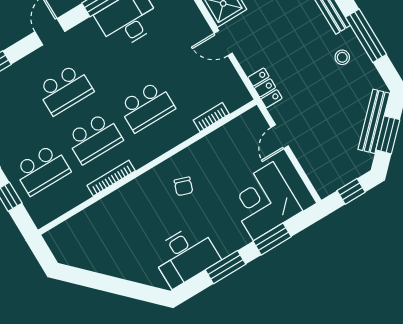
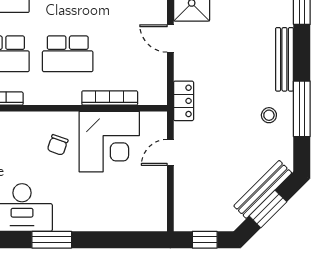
bookcase: (211, 117) -> (110, 98), width x1.56
corner desk: (263, 201) -> (109, 142), moved, turned 180
window: (272, 239) -> (109, 240), removed

